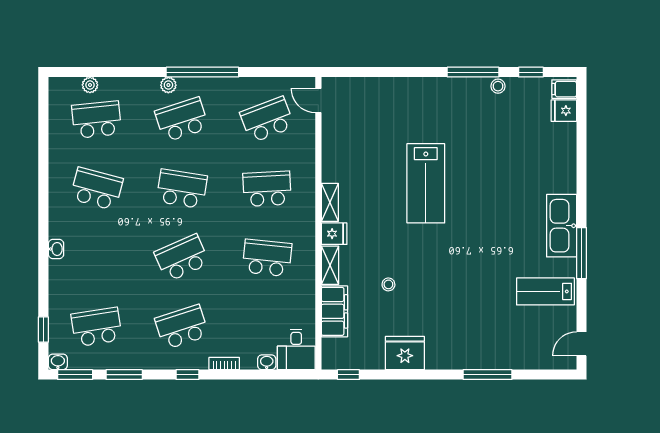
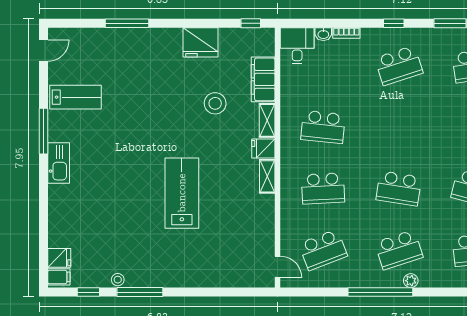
kitchen sink: (562, 226) -> (59, 163), width x0.73, depth x0.81
school desk: (182, 258) -> (399, 127), removed
stool: (388, 284) -> (215, 103), width x1.89, depth x1.89
bookcase: (224, 364) -> (346, 33), moved

